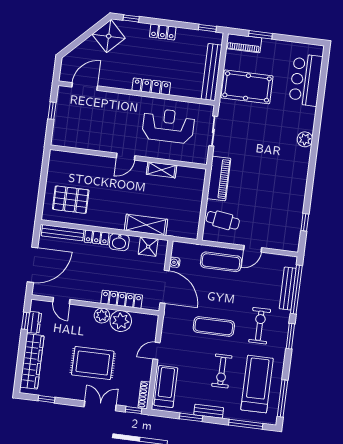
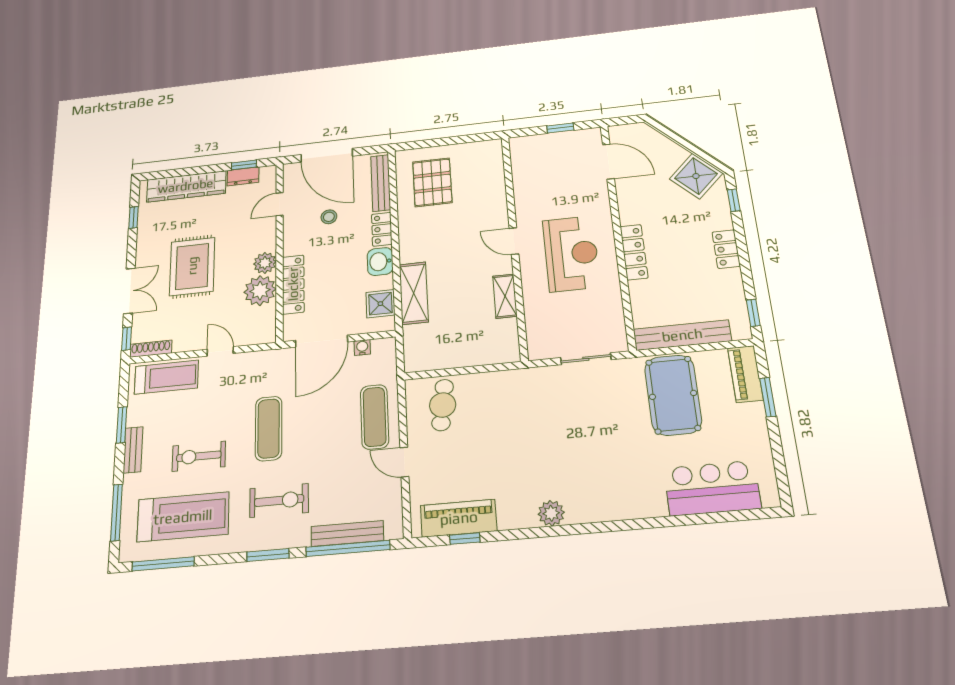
reception desk: (168, 126) -> (571, 254), moved
plant: (305, 139) -> (551, 513), moved
piano: (219, 178) -> (459, 518), moved, turned 180
stool: (79, 270) -> (329, 217), added

